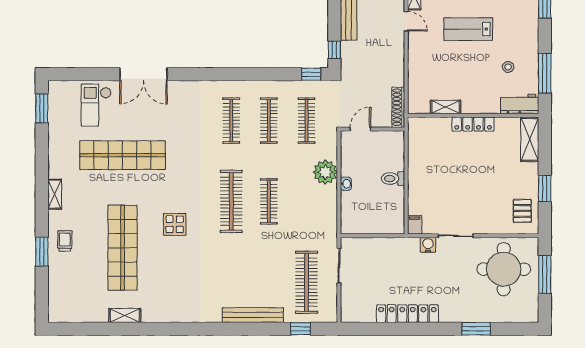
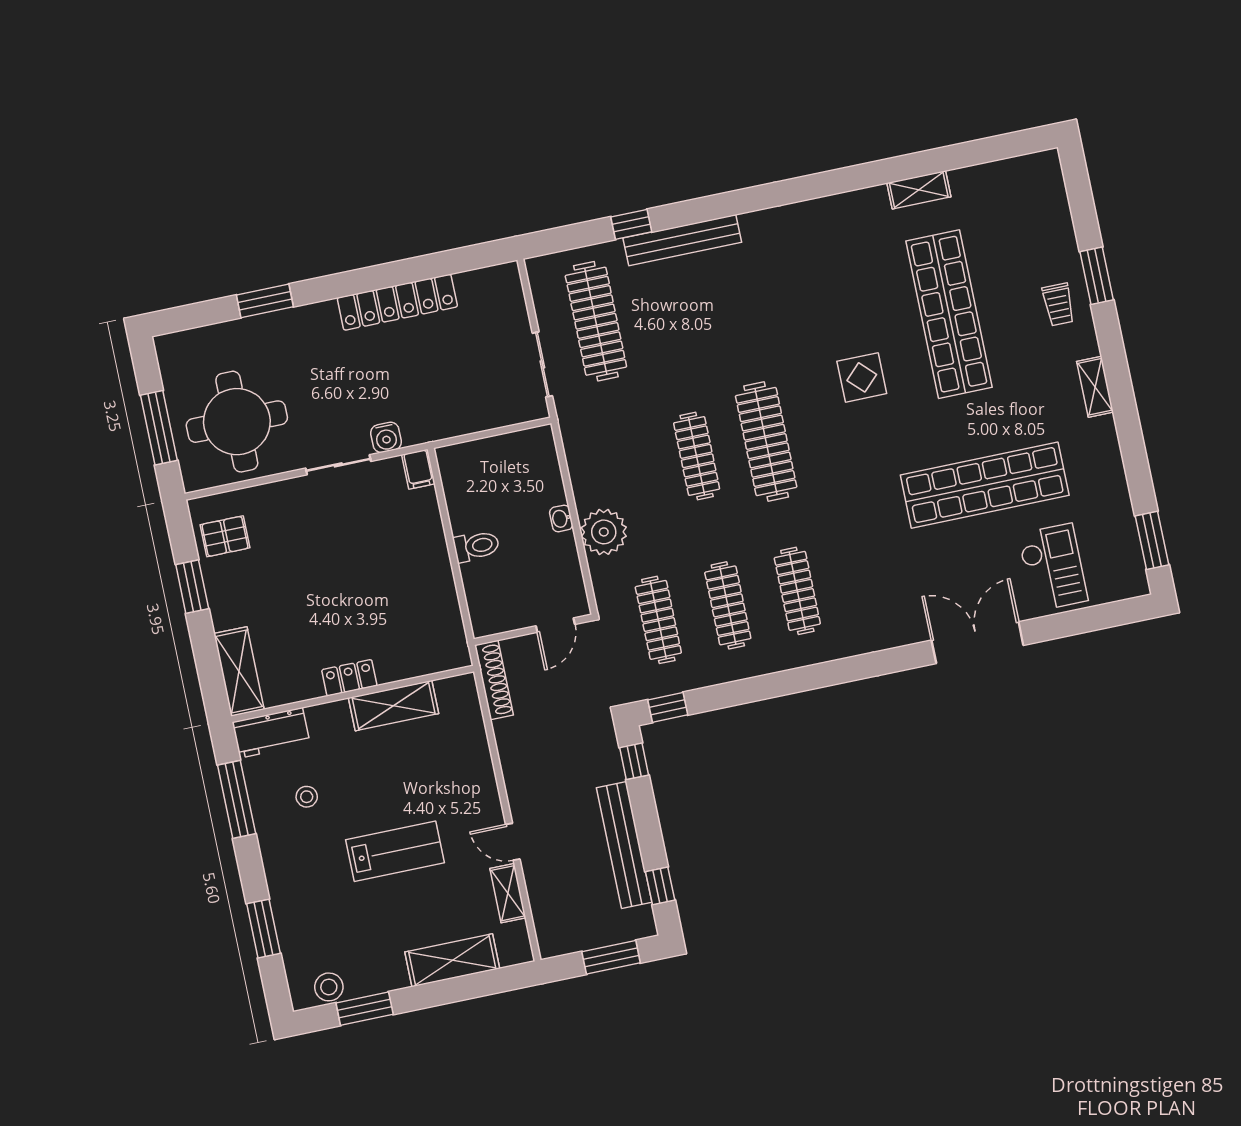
shelving: (446, 107) -> (394, 706), width x1.50, depth x1.33
locker: (473, 124) -> (349, 678), width x0.66
pallet: (522, 211) -> (225, 536), turned 90
window: (301, 329) -> (631, 224), moved

